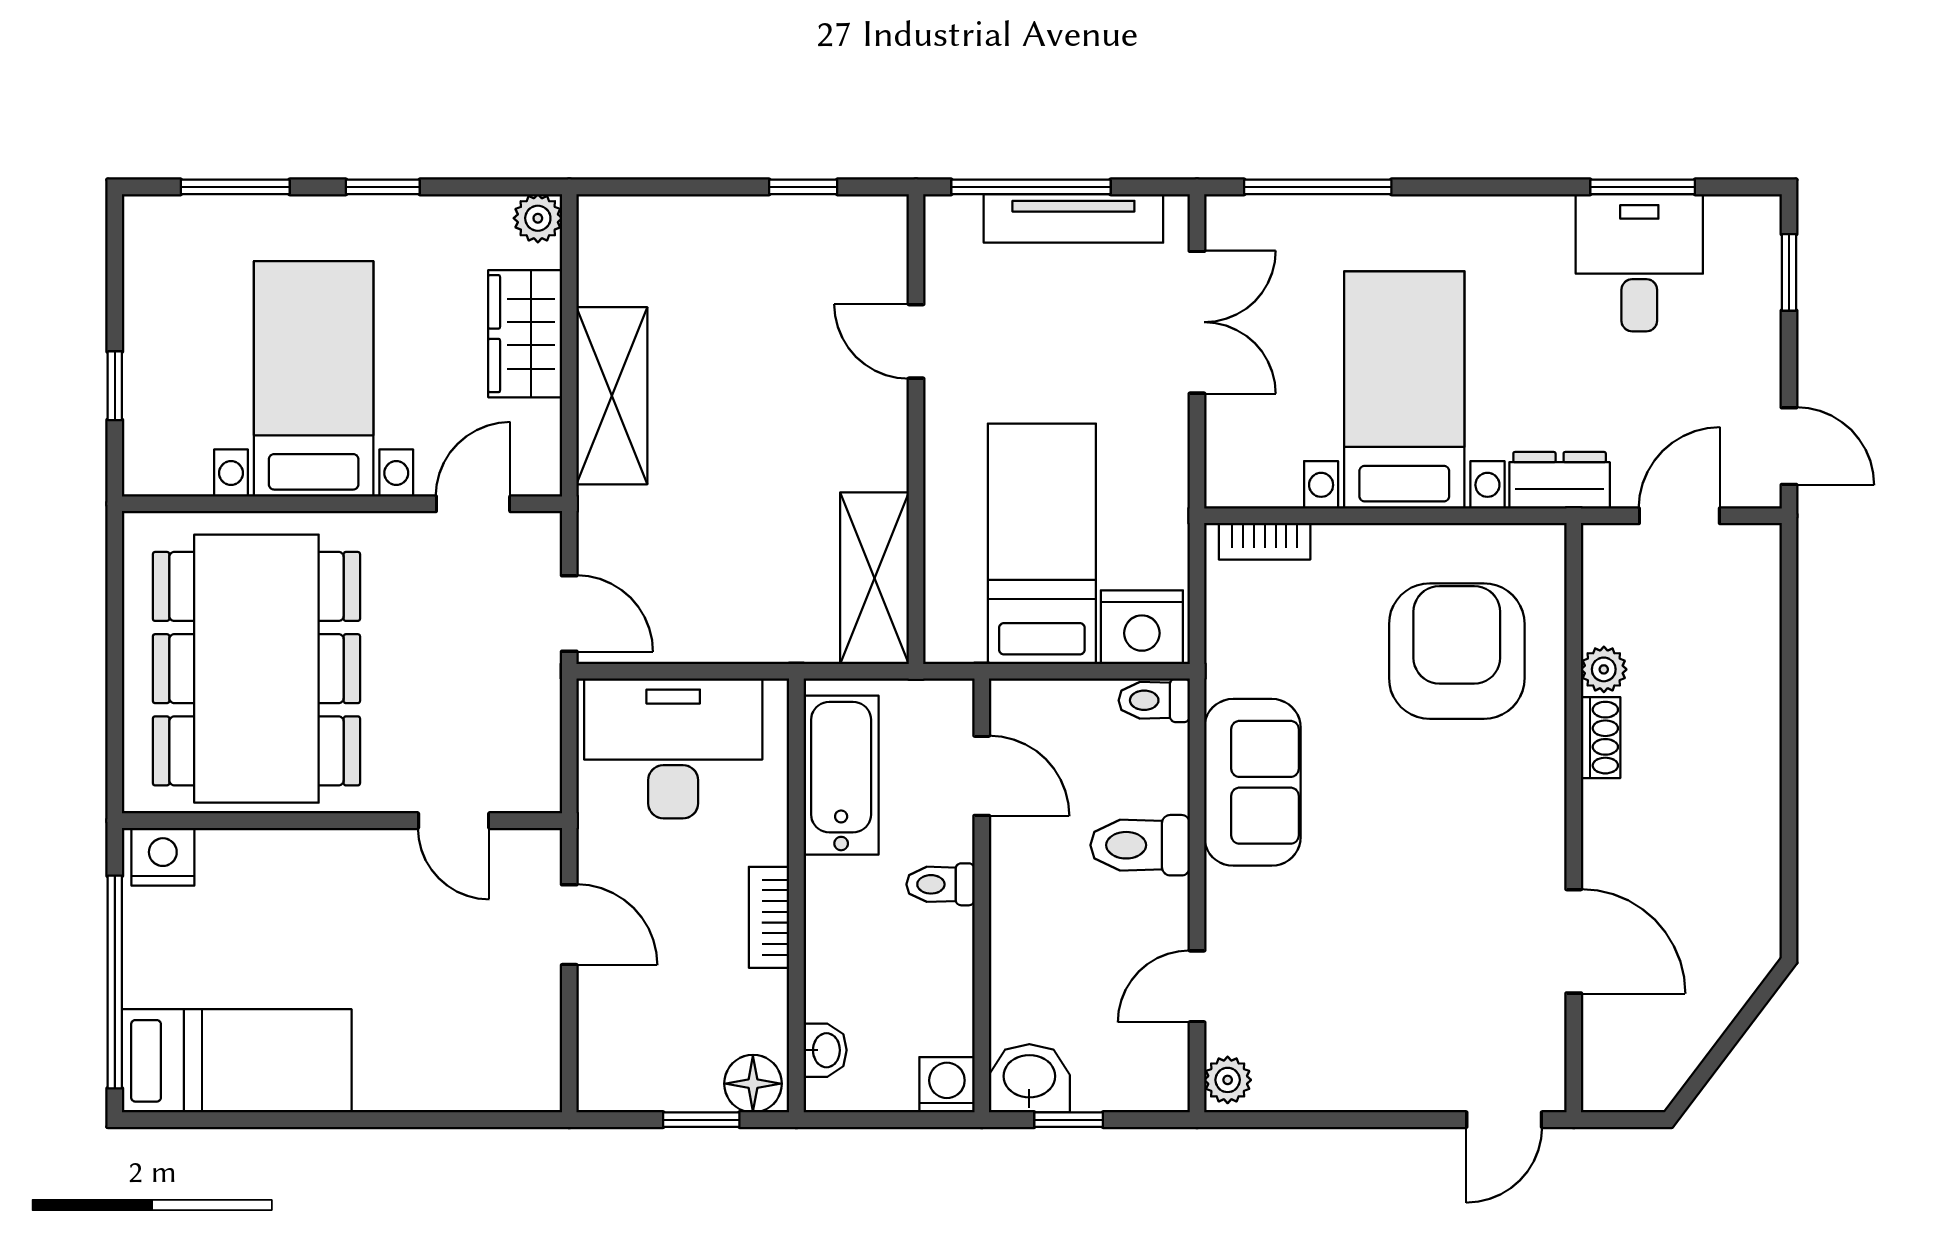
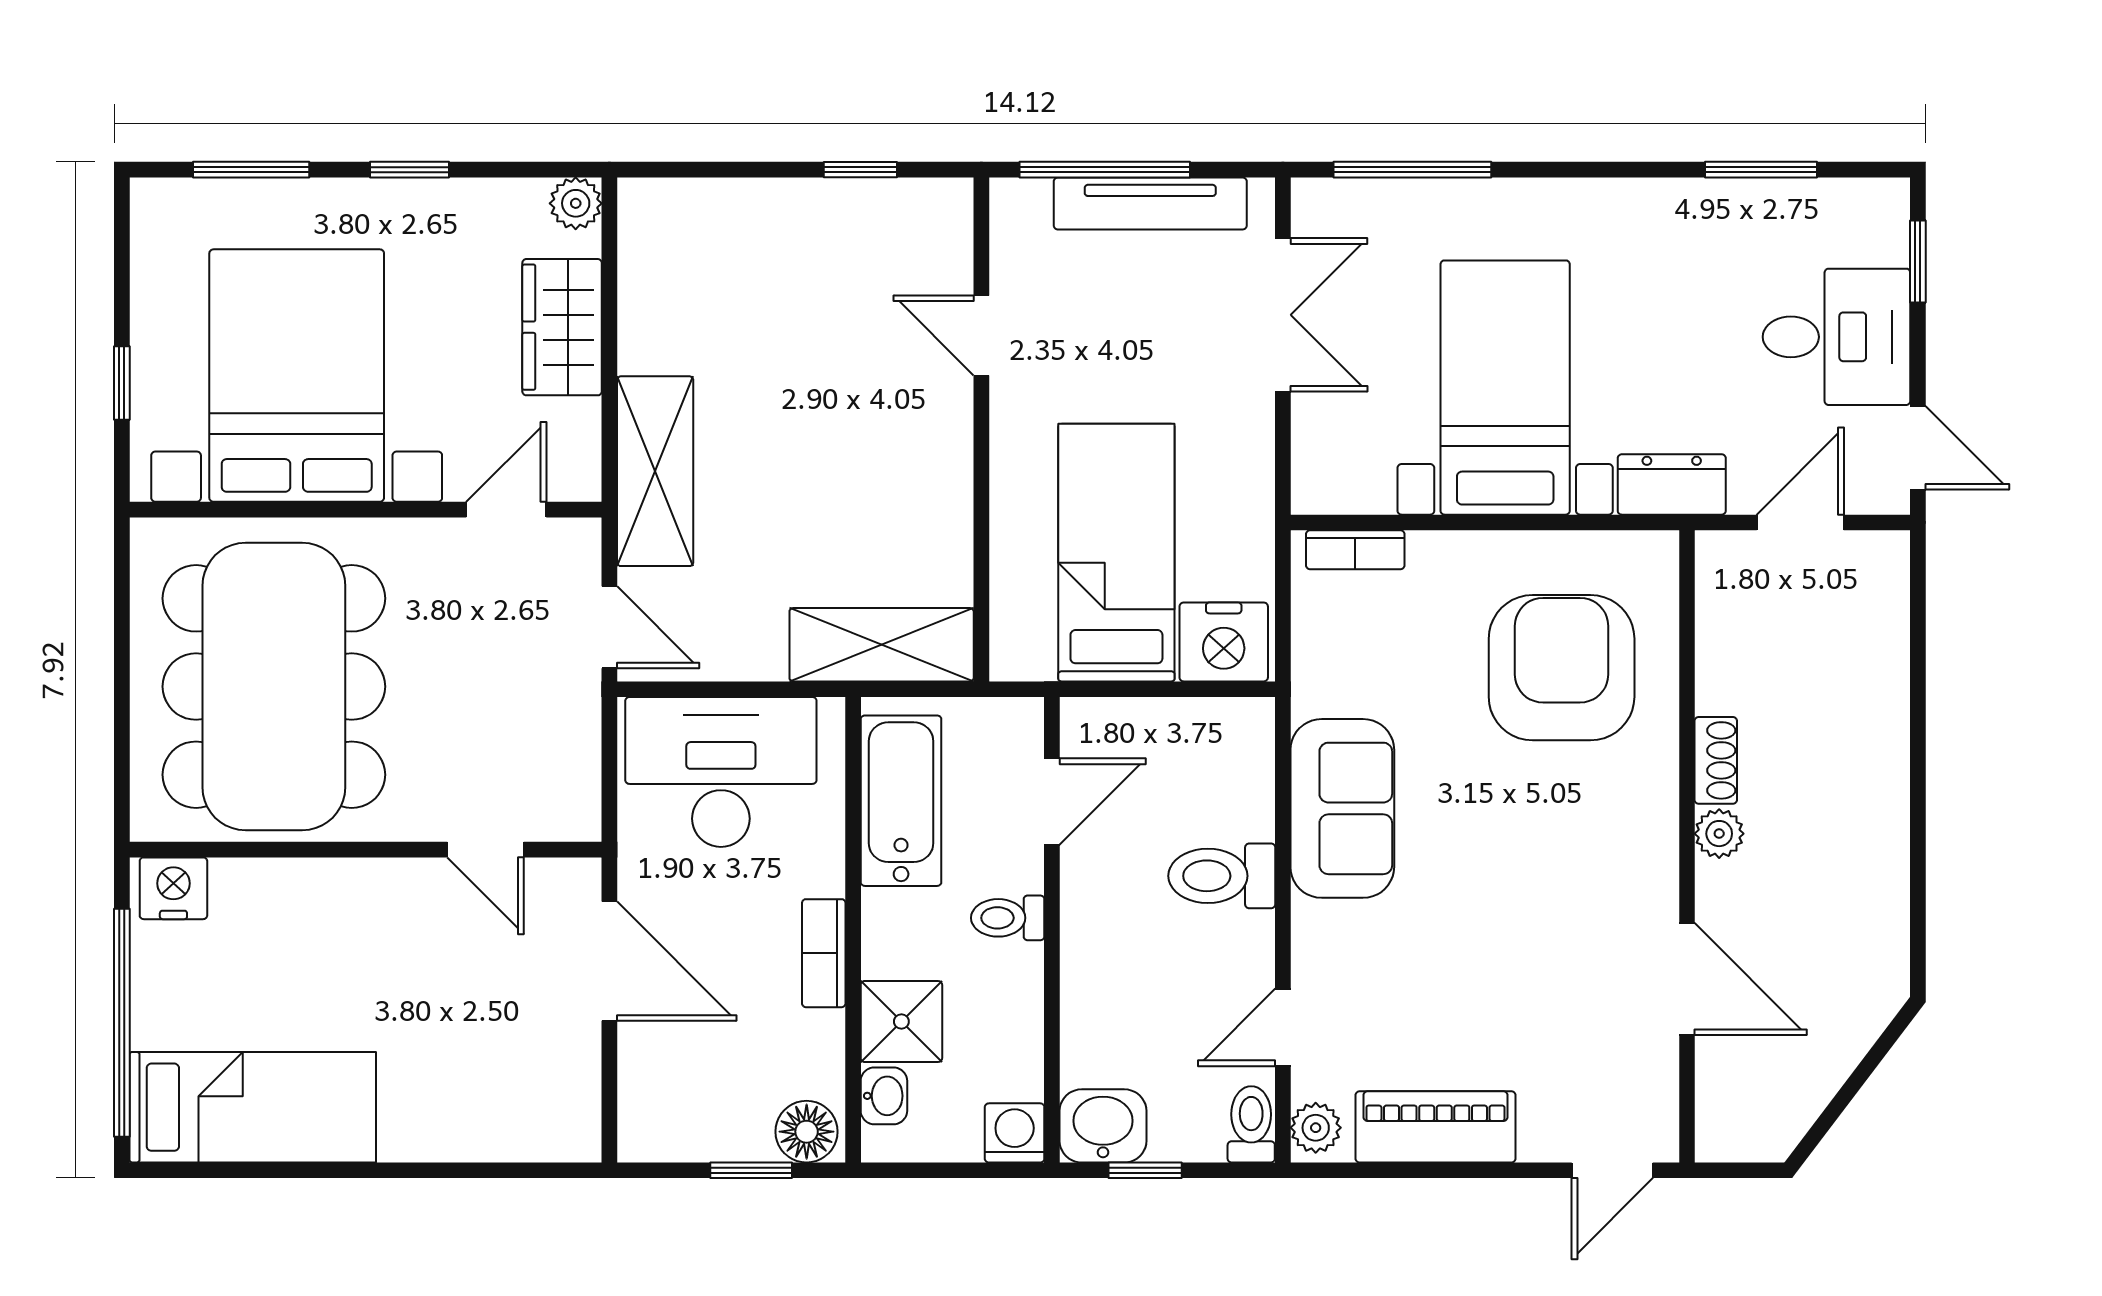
desk: (1639, 263) -> (1837, 337), moved, turned 90
bed with nightstands: (314, 379) -> (297, 376), width x1.36
shelving: (612, 396) -> (655, 471), moved
shelving: (875, 578) -> (882, 645), moved, turned 90
plant: (1604, 669) -> (1719, 834), moved
toilet: (1154, 700) -> (1251, 1124), moved, turned 90
door: (982, 776) -> (1052, 802), hinge flipped
door: (569, 925) -> (609, 961), width x1.37
shower: (841, 981) -> (901, 1022), added
piano: (1339, 1079) -> (1435, 1127), added

